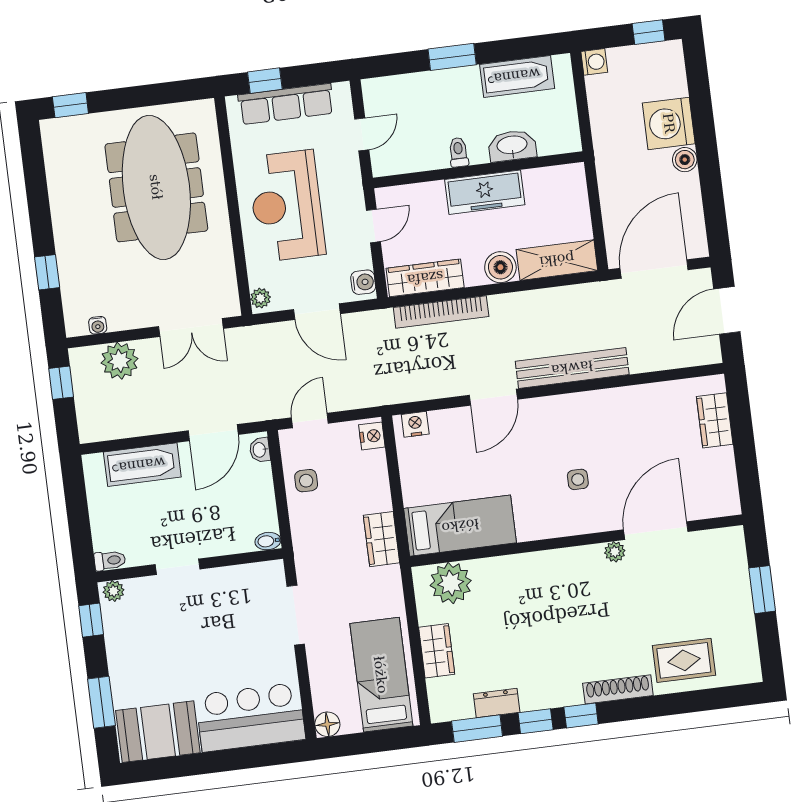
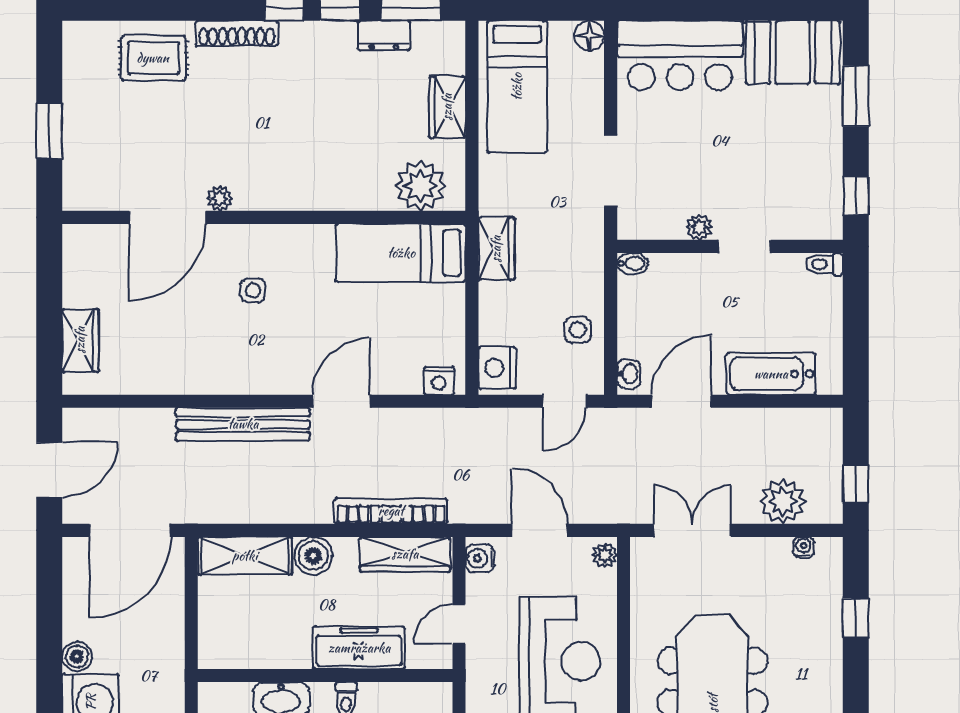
freezer: (485, 192) -> (359, 648), moved
nightstand: (372, 436) -> (497, 368), width x1.36, depth x1.33
plant: (114, 591) -> (699, 227), moved

